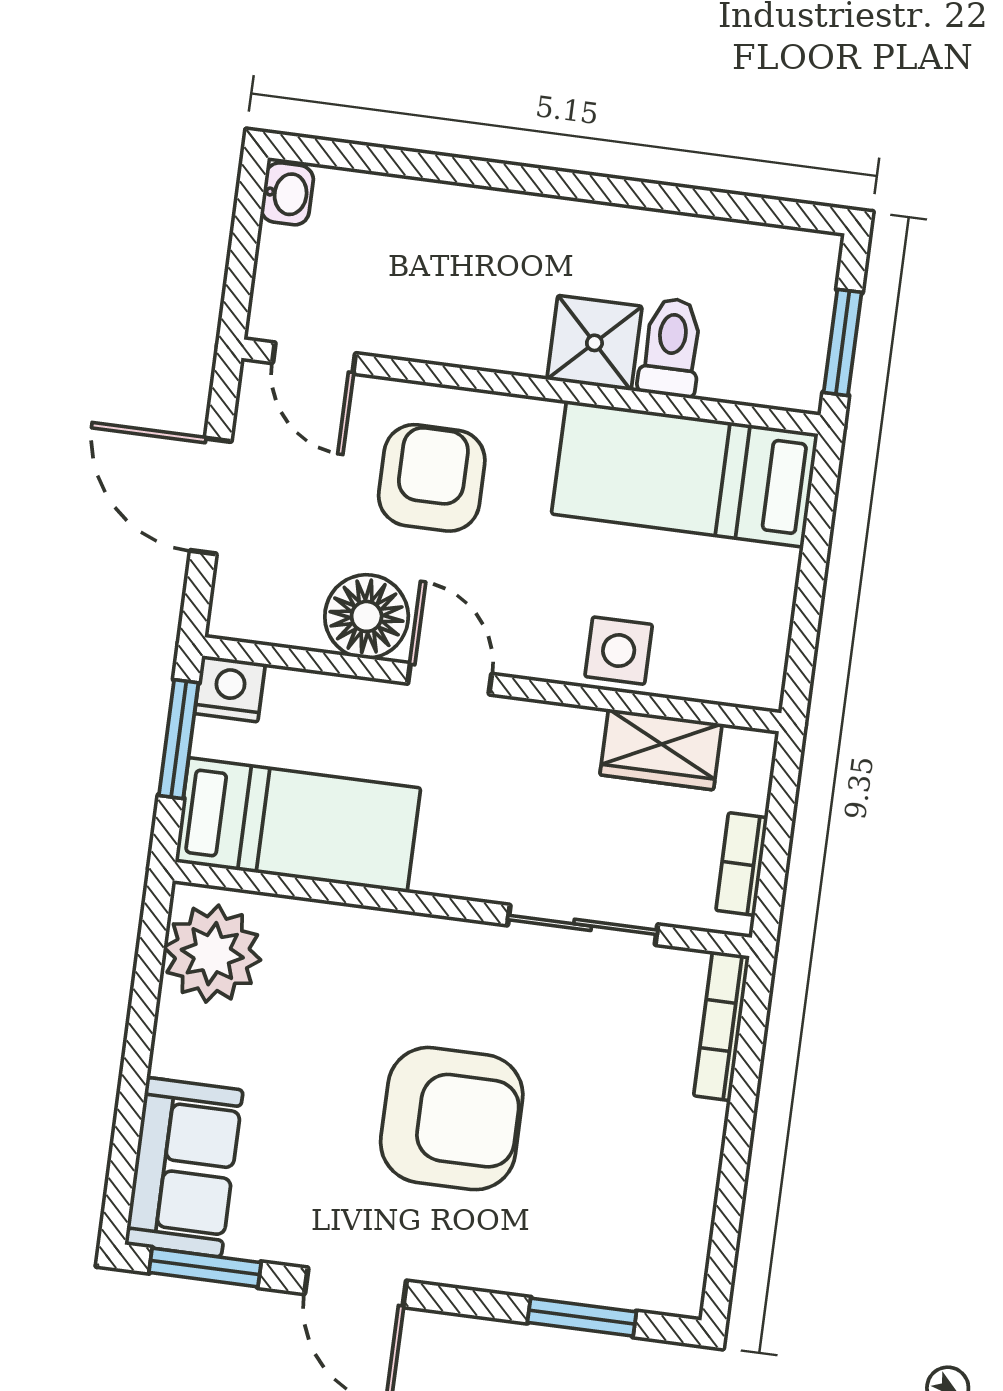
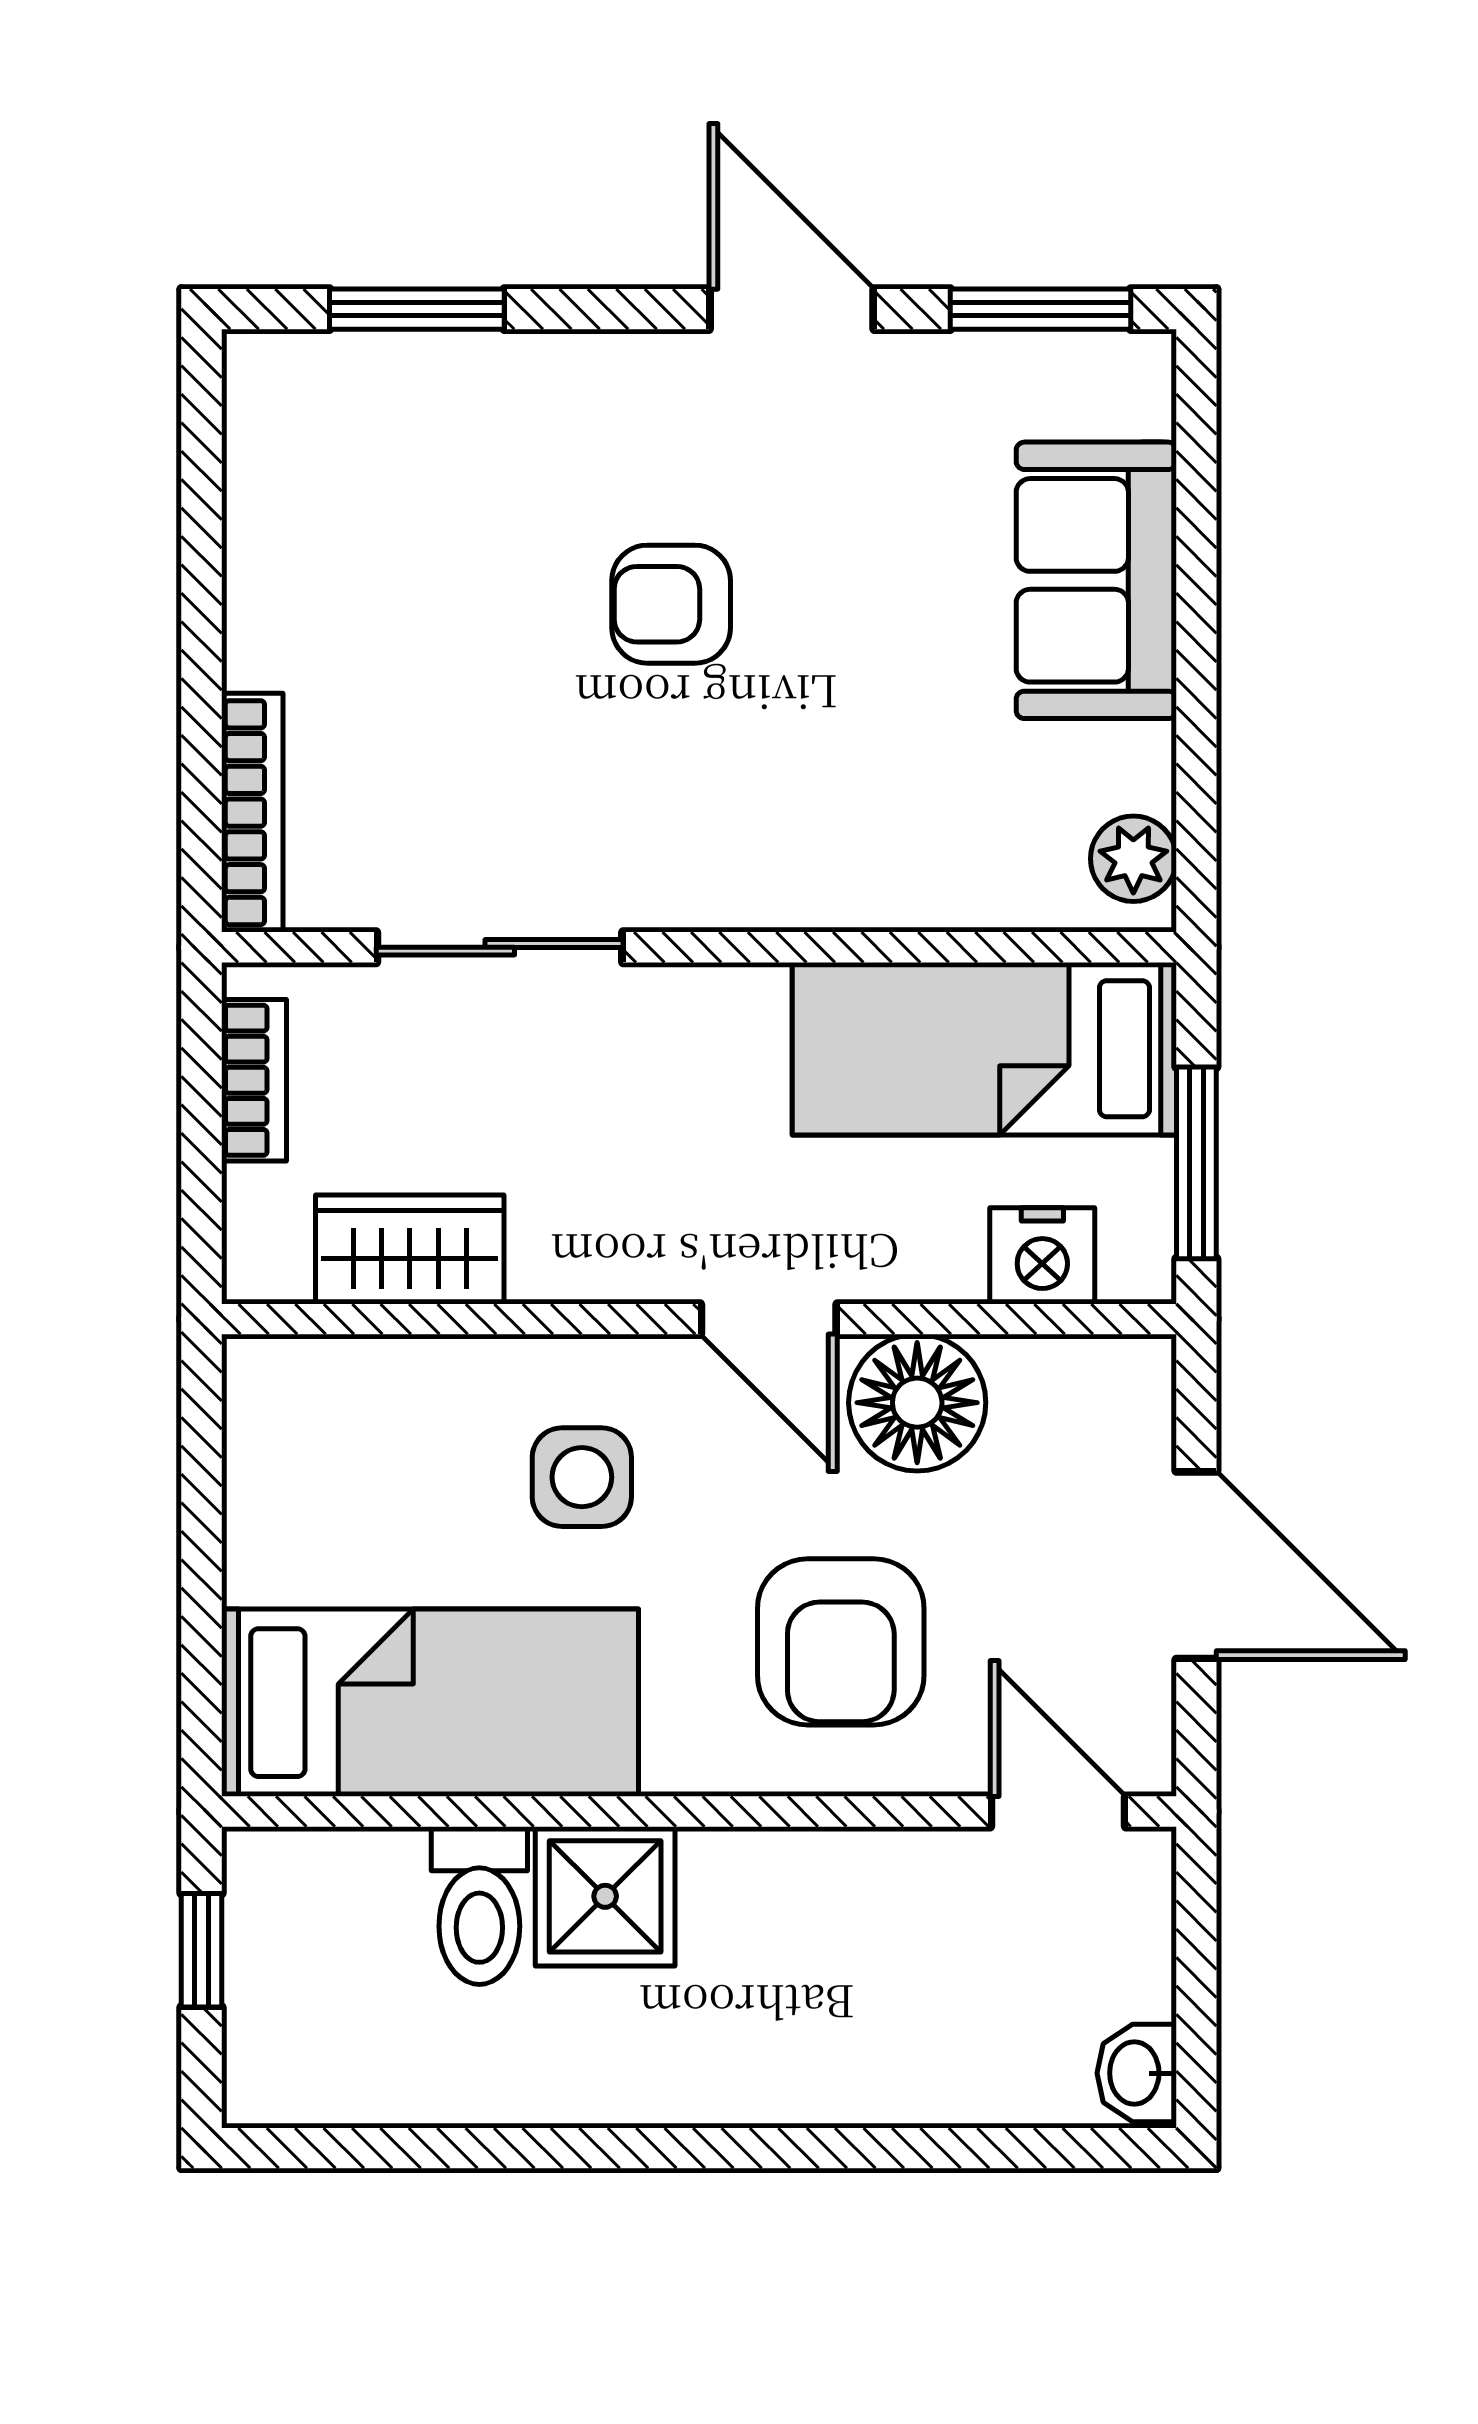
window: (843, 342) -> (202, 1950), width x0.67
side table: (619, 651) -> (582, 1477), moved
nightstand: (230, 689) -> (1042, 1256), moved
plant: (212, 954) -> (1133, 859), width x0.53, depth x0.53
armchair: (452, 1119) -> (671, 604), width x0.53, depth x0.53
sofa: (184, 1167) -> (1096, 580), moved

